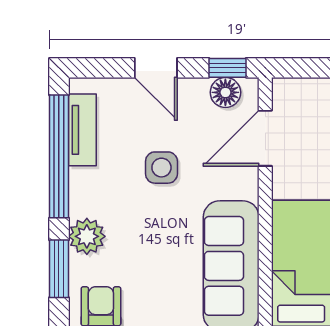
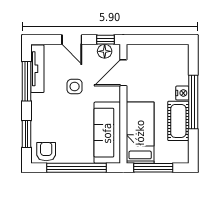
tv unit: (82, 130) -> (37, 69), width x1.41
window: (59, 156) -> (26, 81), width x0.68
plant: (87, 236) -> (40, 119), removed

